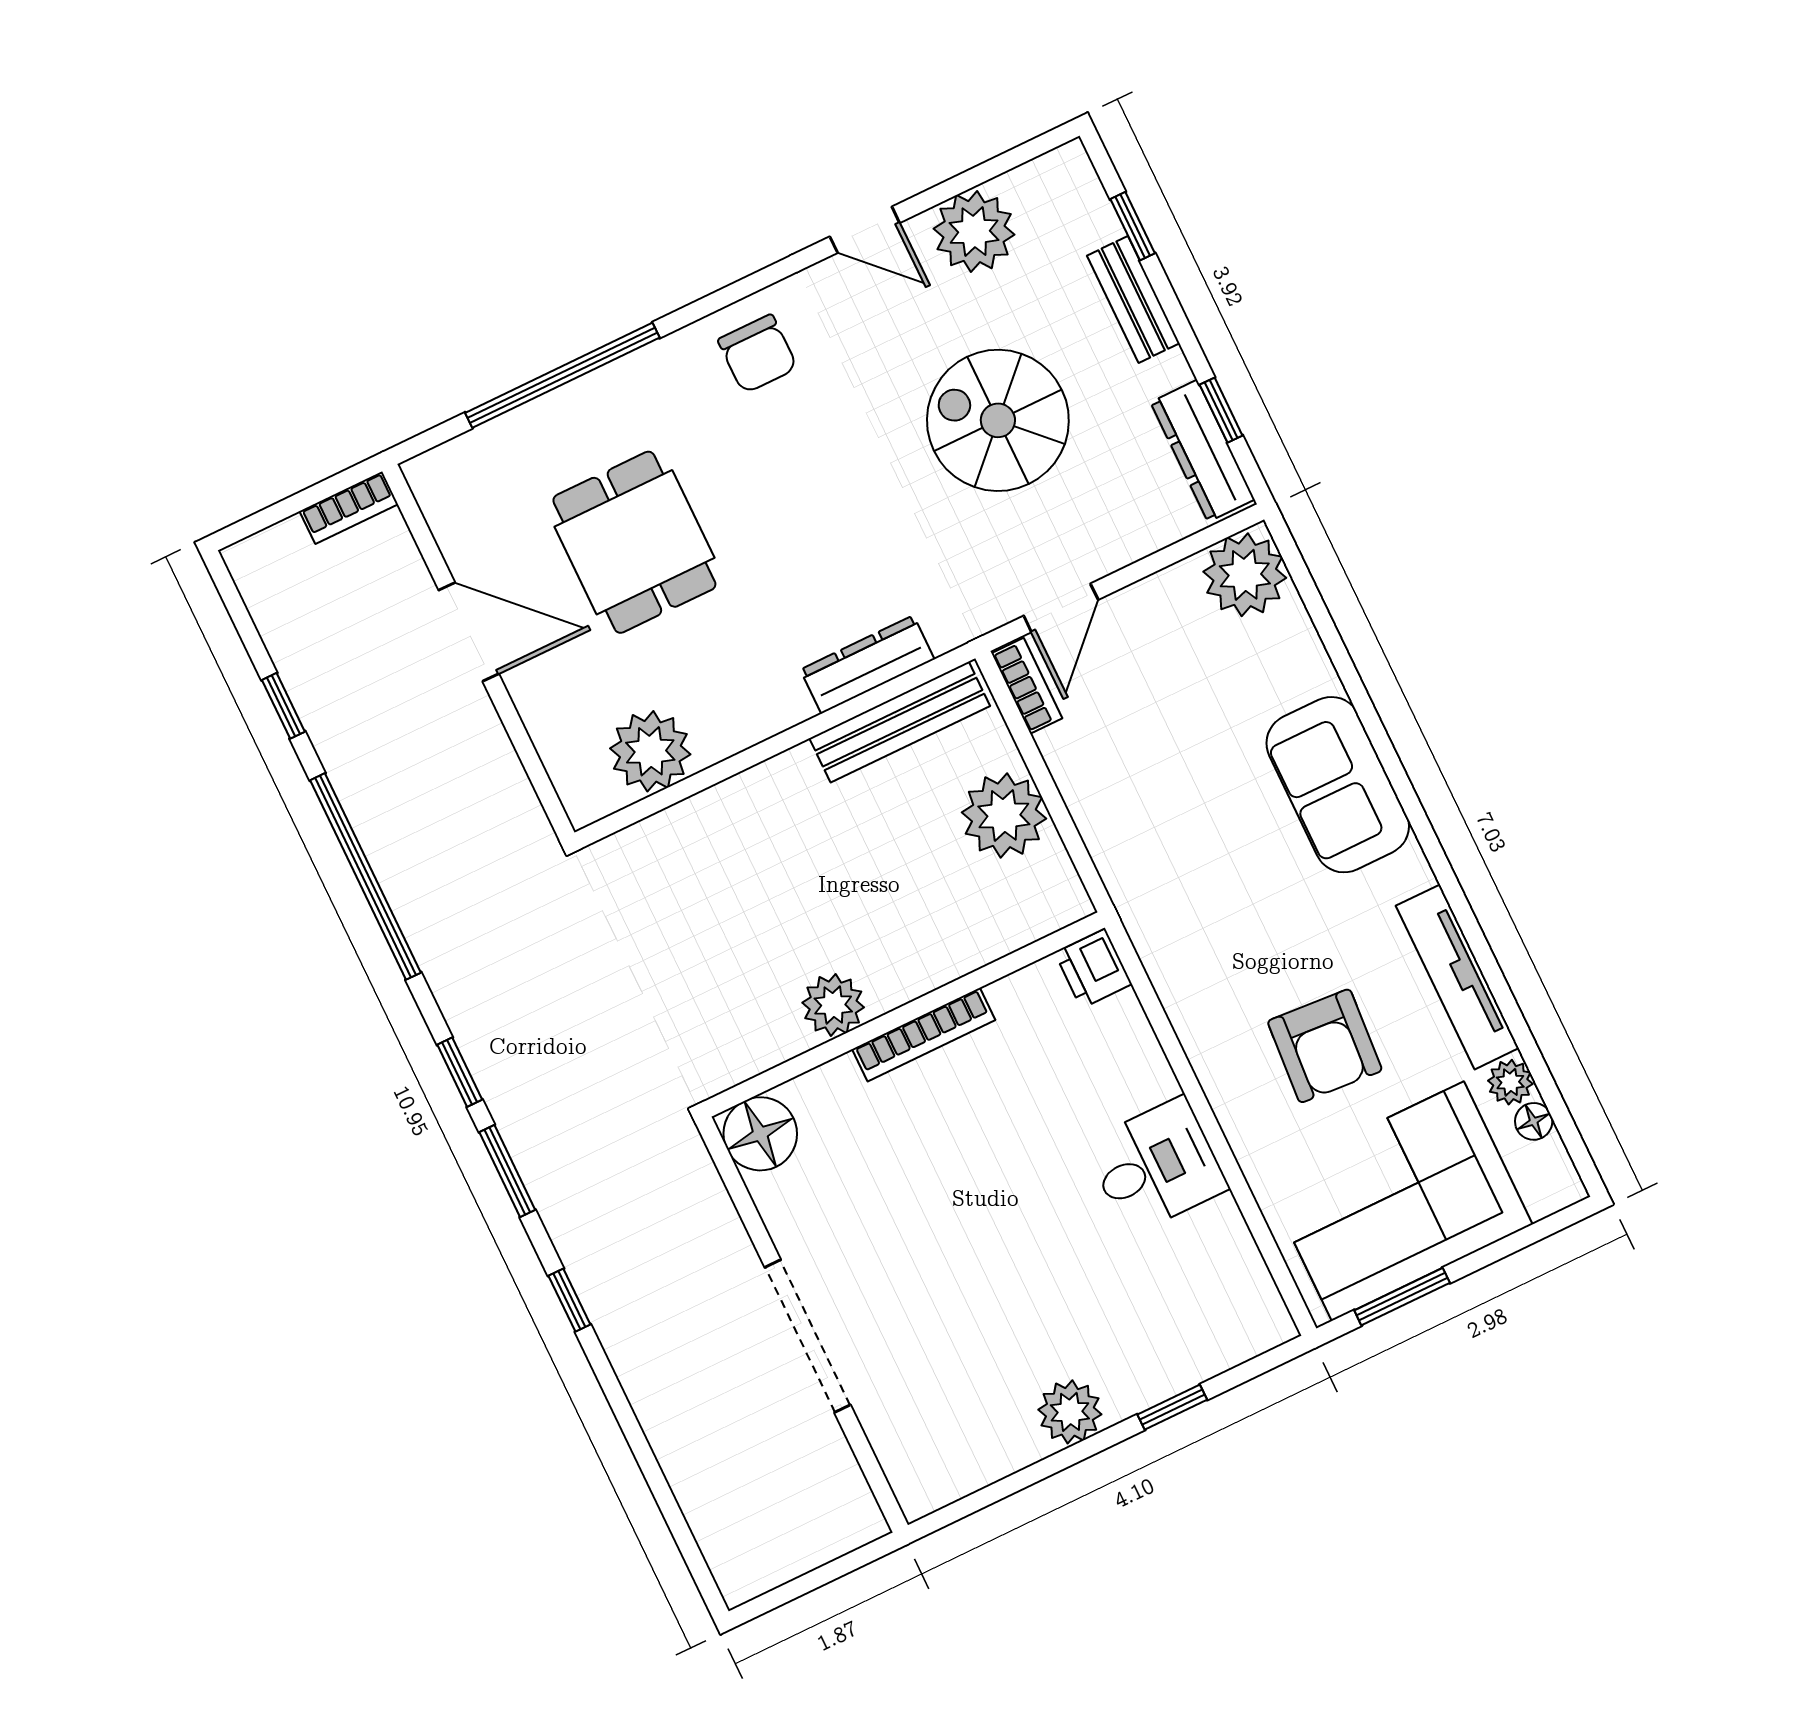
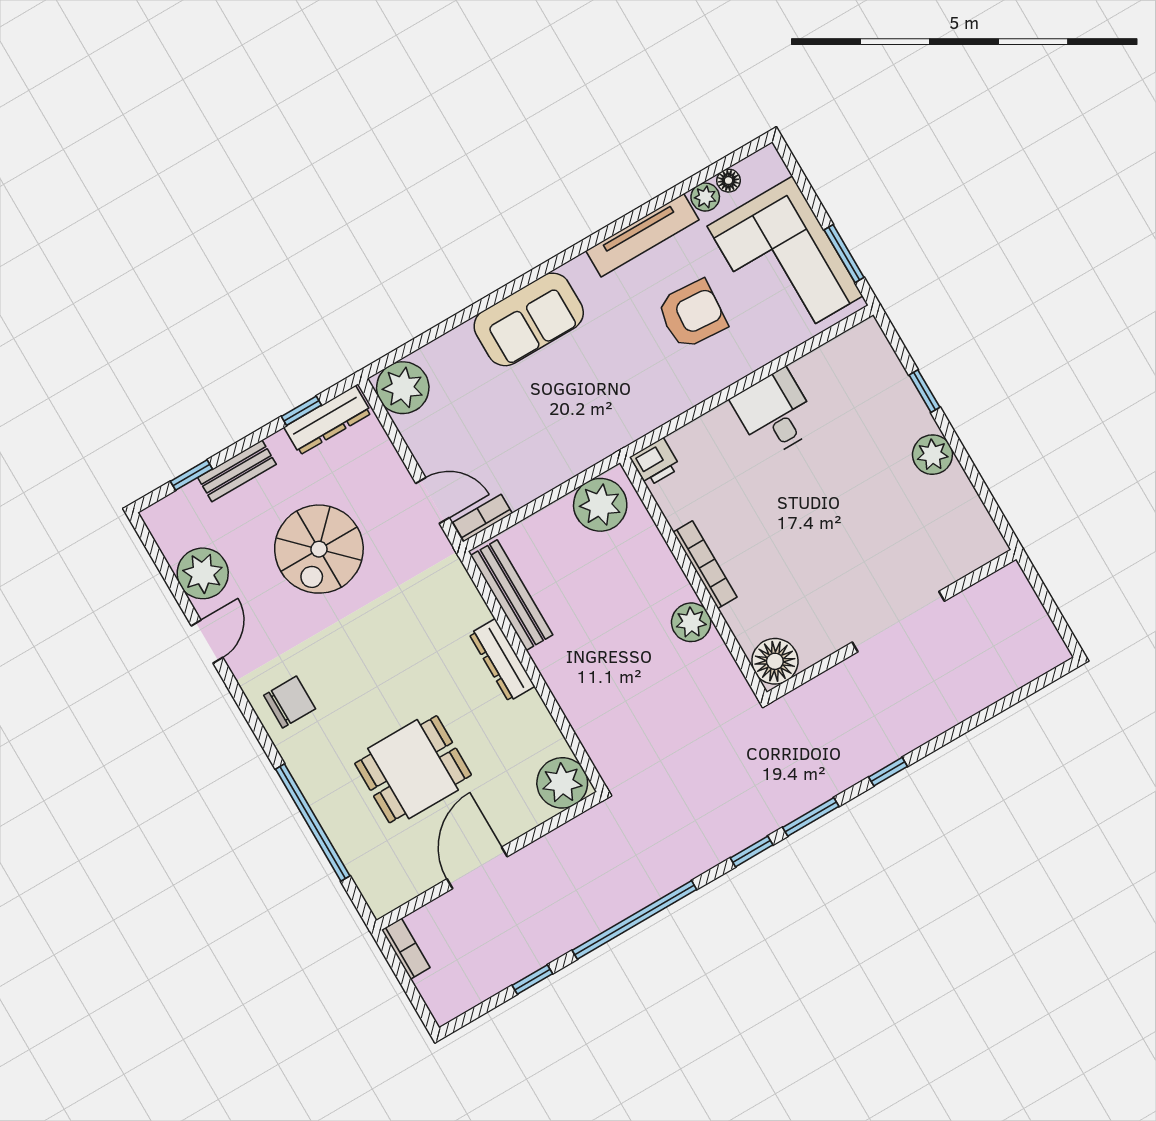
dresser: (867, 664) -> (502, 660), moved
plant: (650, 751) -> (562, 783), moved
plant: (1004, 815) -> (600, 505), moved

